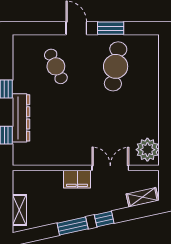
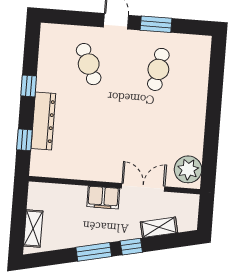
cafe table: (116, 66) -> (158, 69), width x0.73, depth x0.74
shelving: (142, 197) -> (159, 227), moved

